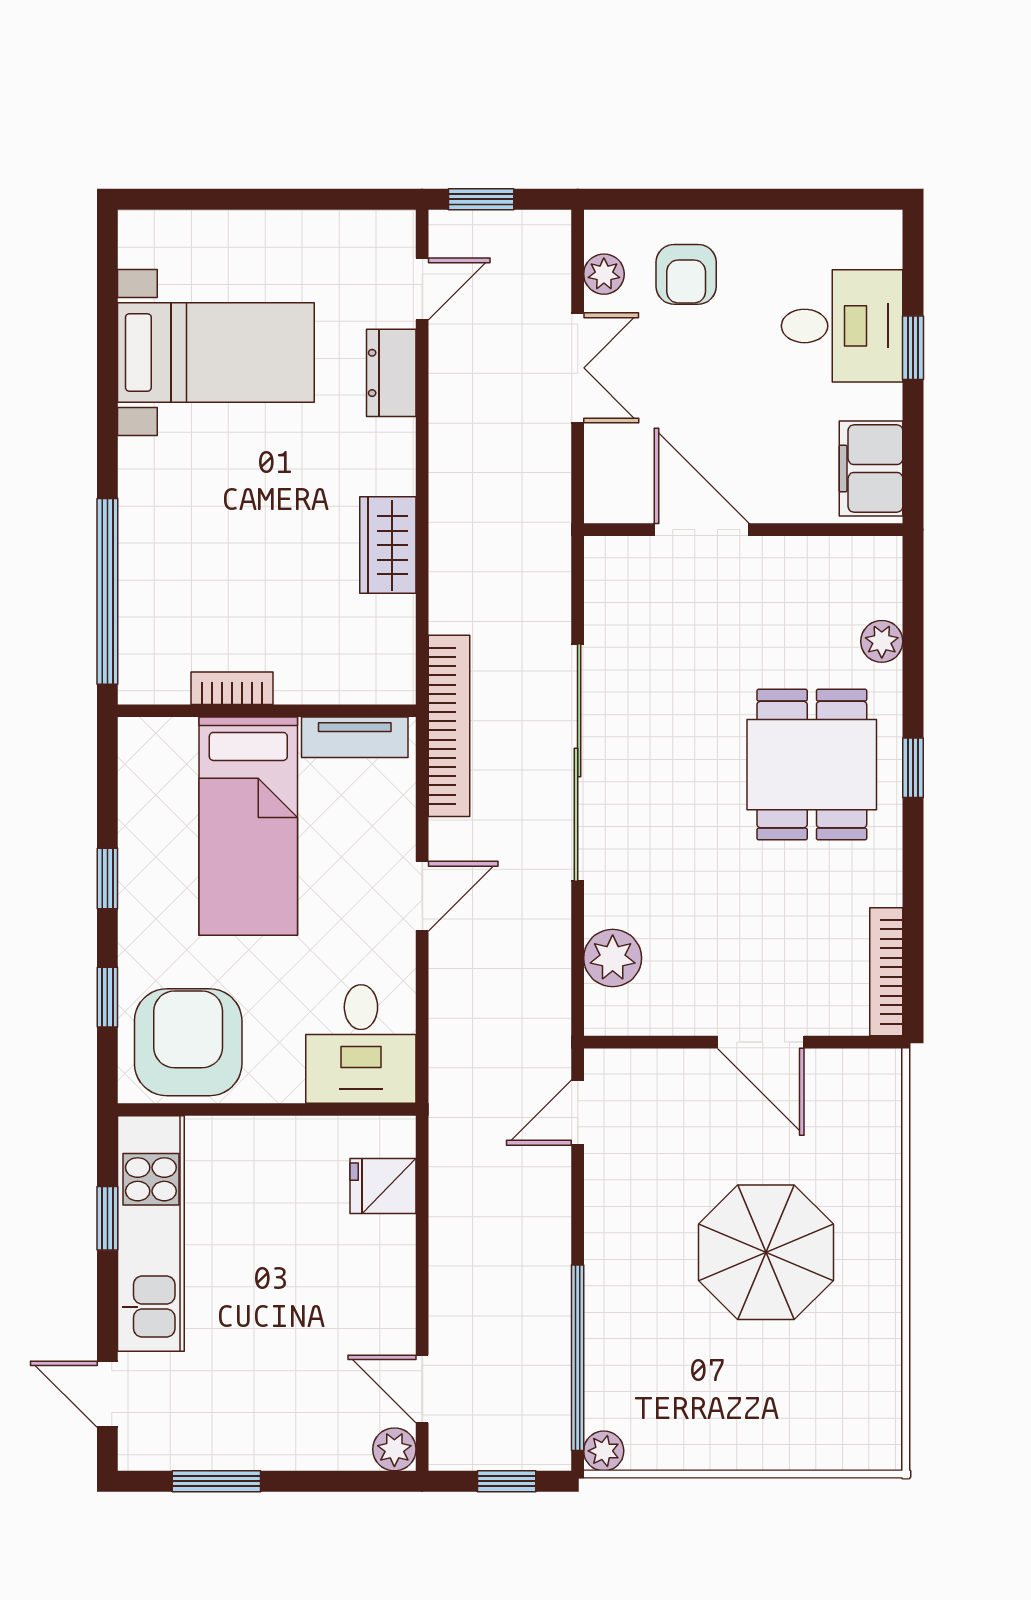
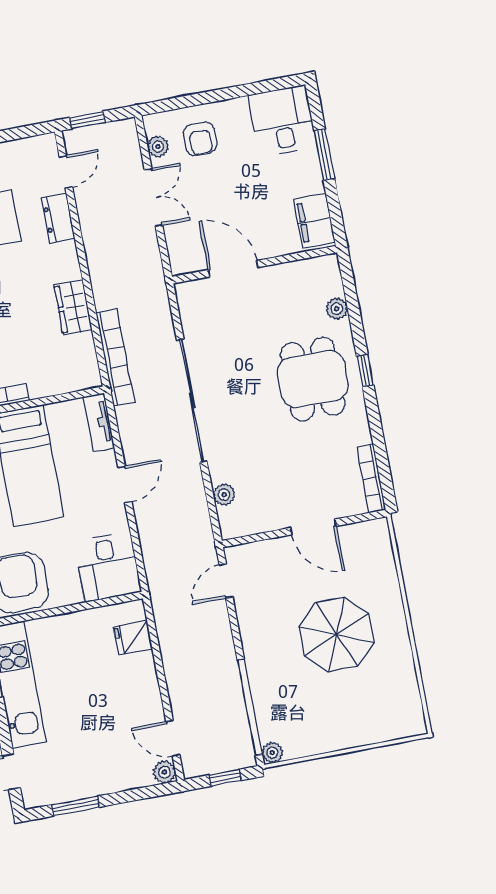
desk: (842, 326) -> (282, 121), moved, turned -90
window: (913, 348) -> (324, 154), width x1.50
bookcase: (449, 726) -> (115, 357), moved
tv unit: (355, 737) -> (99, 422), moved, turned 90
plant: (613, 958) -> (224, 495), width x0.73, depth x0.73

